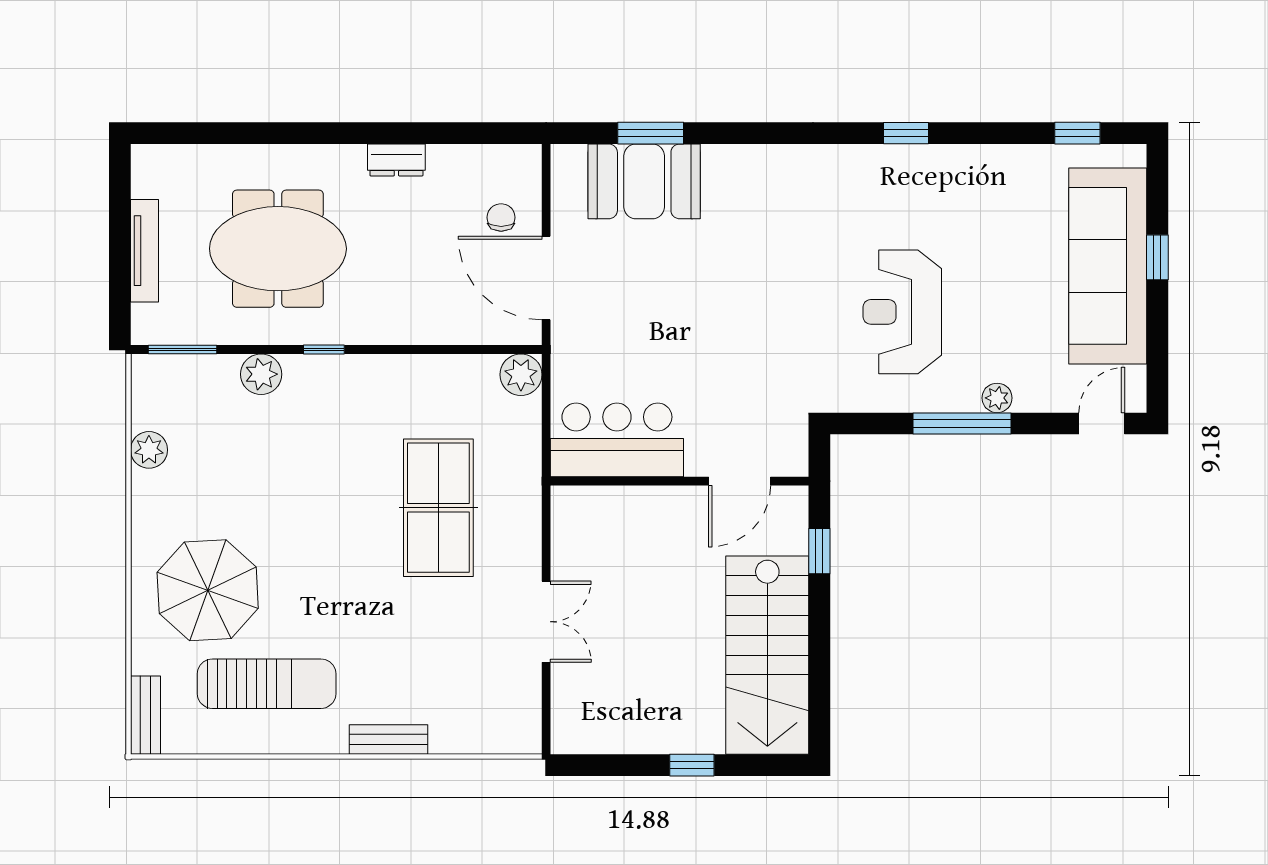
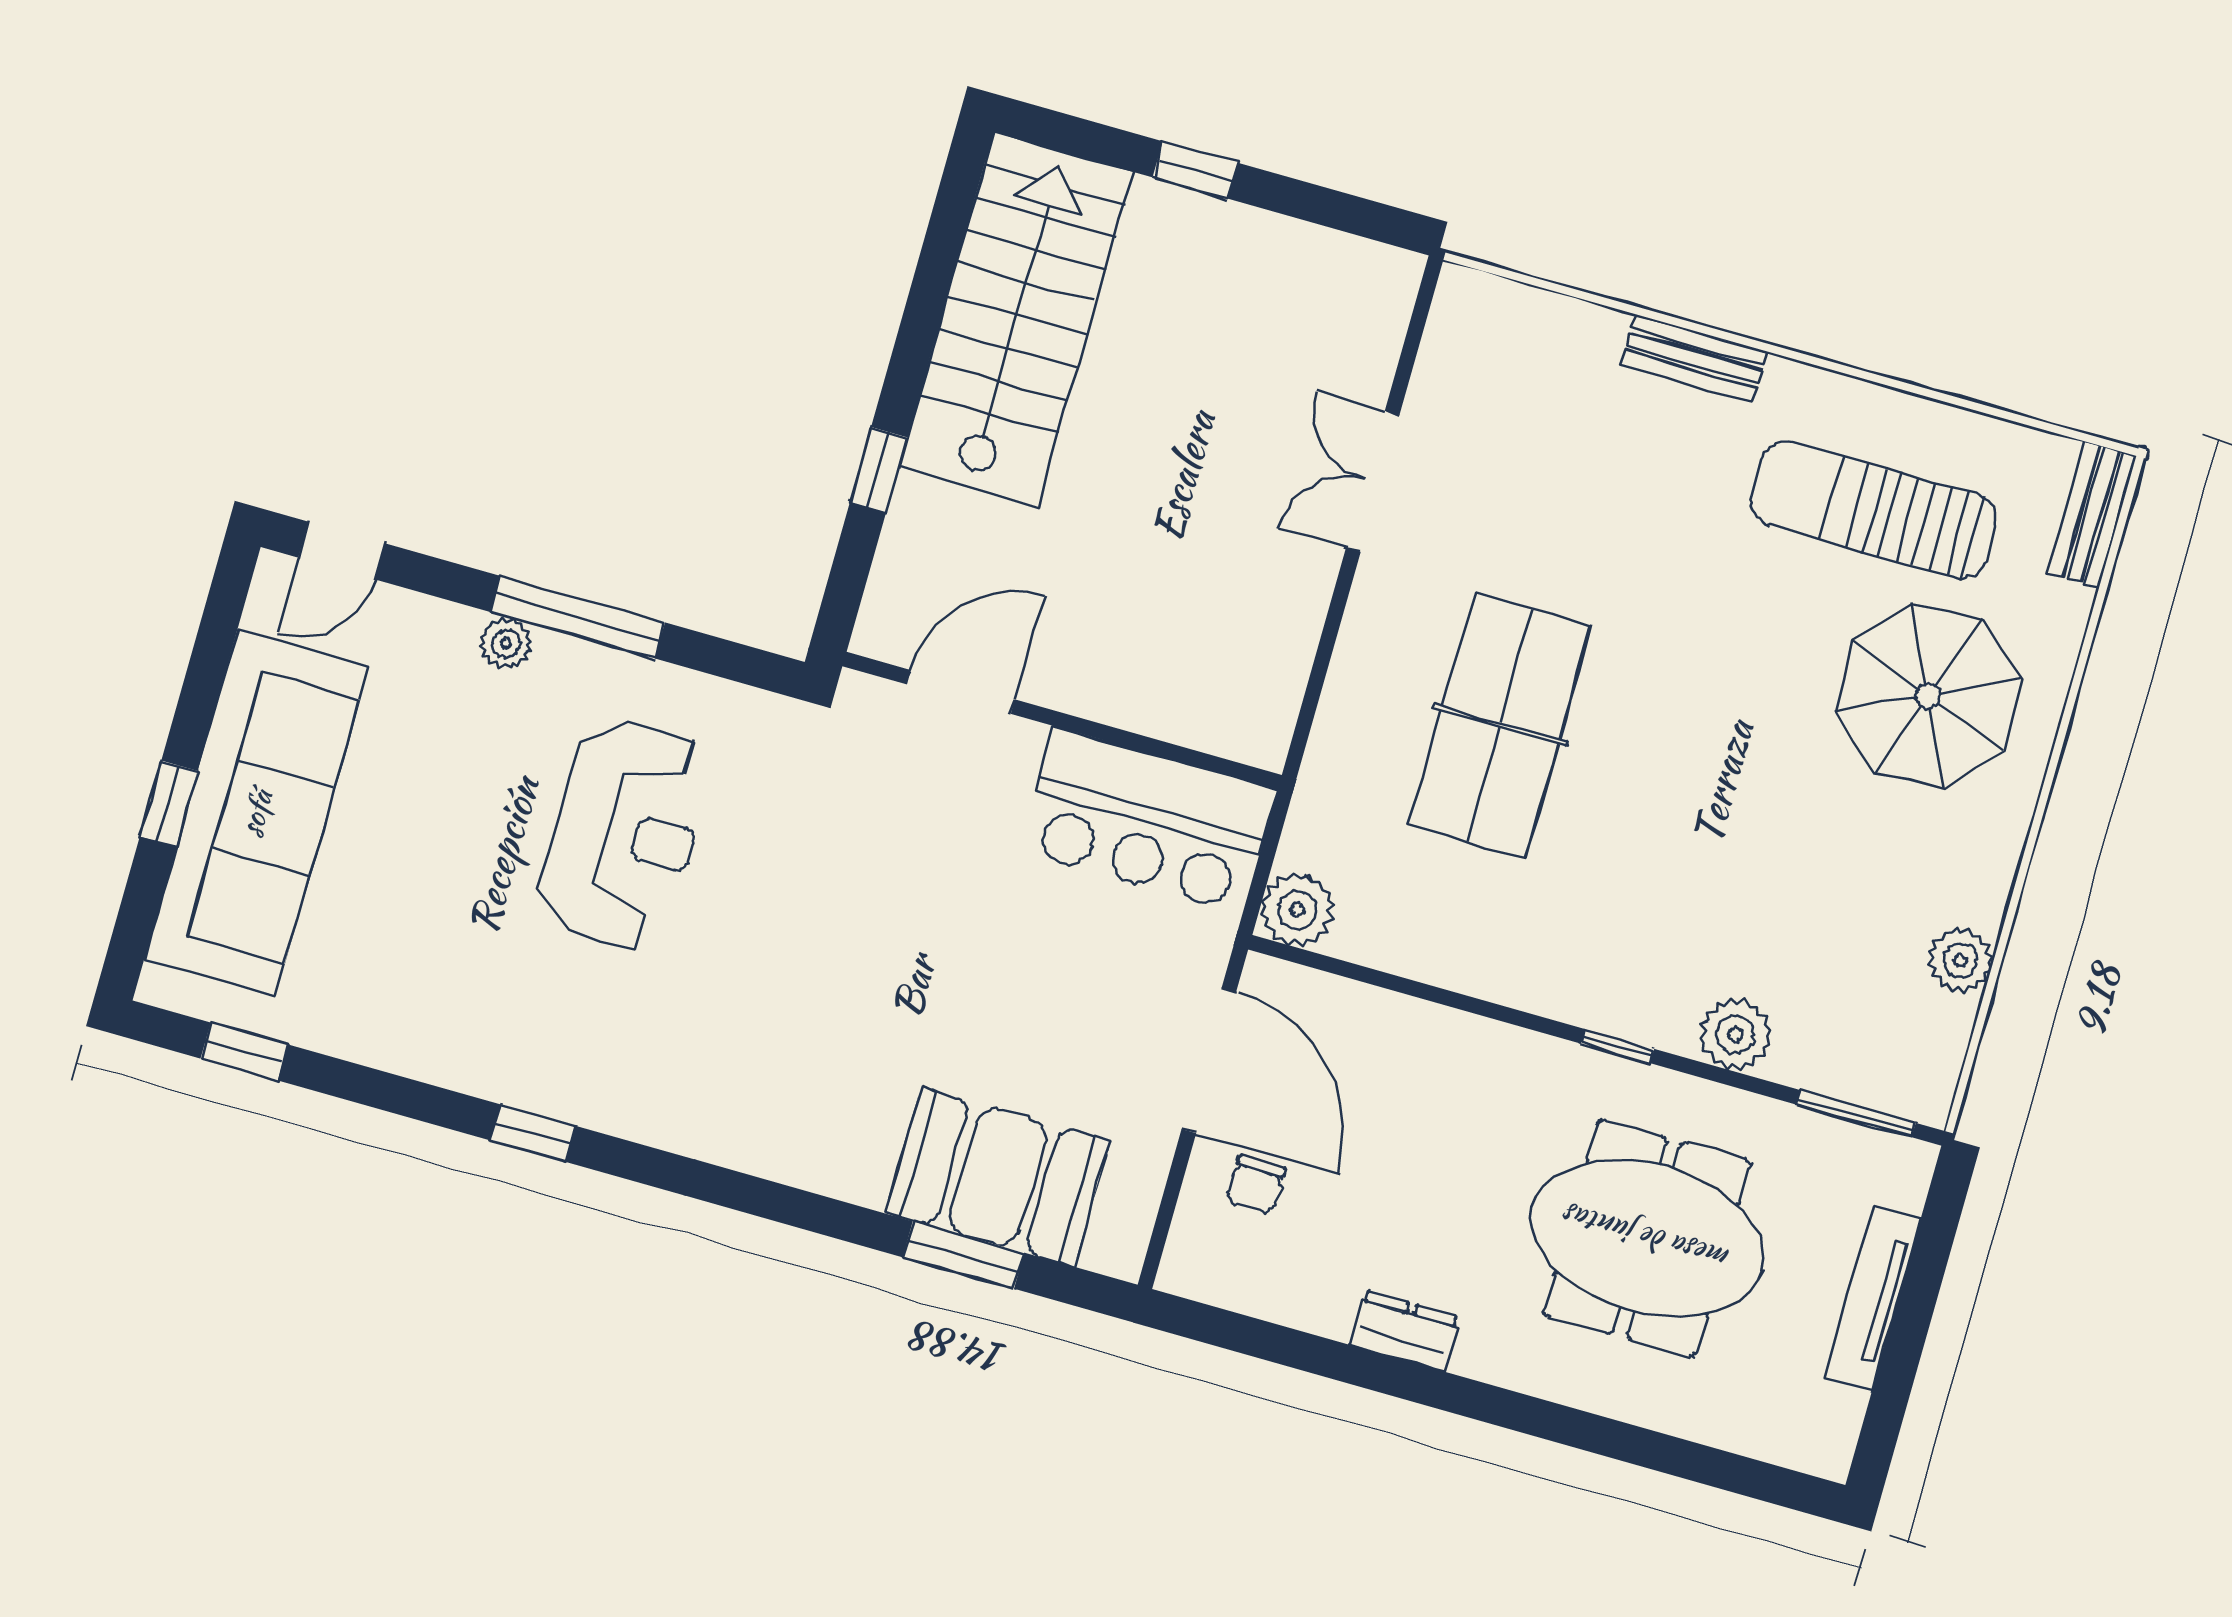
bar counter: (617, 440) -> (1148, 820), moved
wall: (680, 481) -> (1062, 721), moved
door: (740, 481) -> (961, 692), moved

